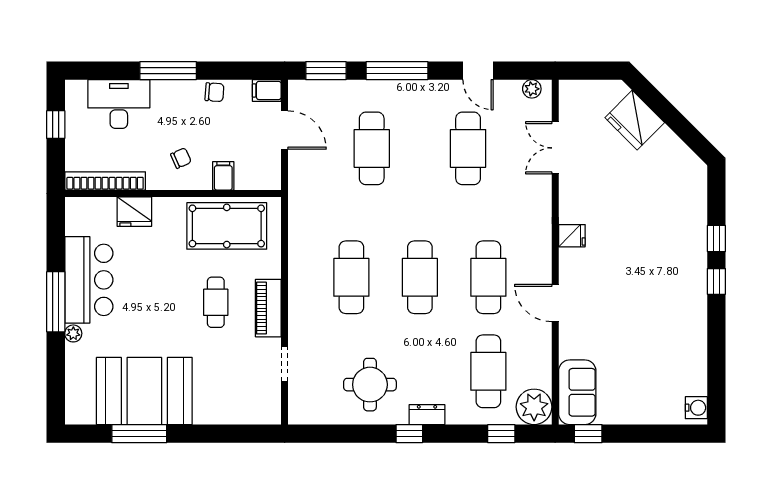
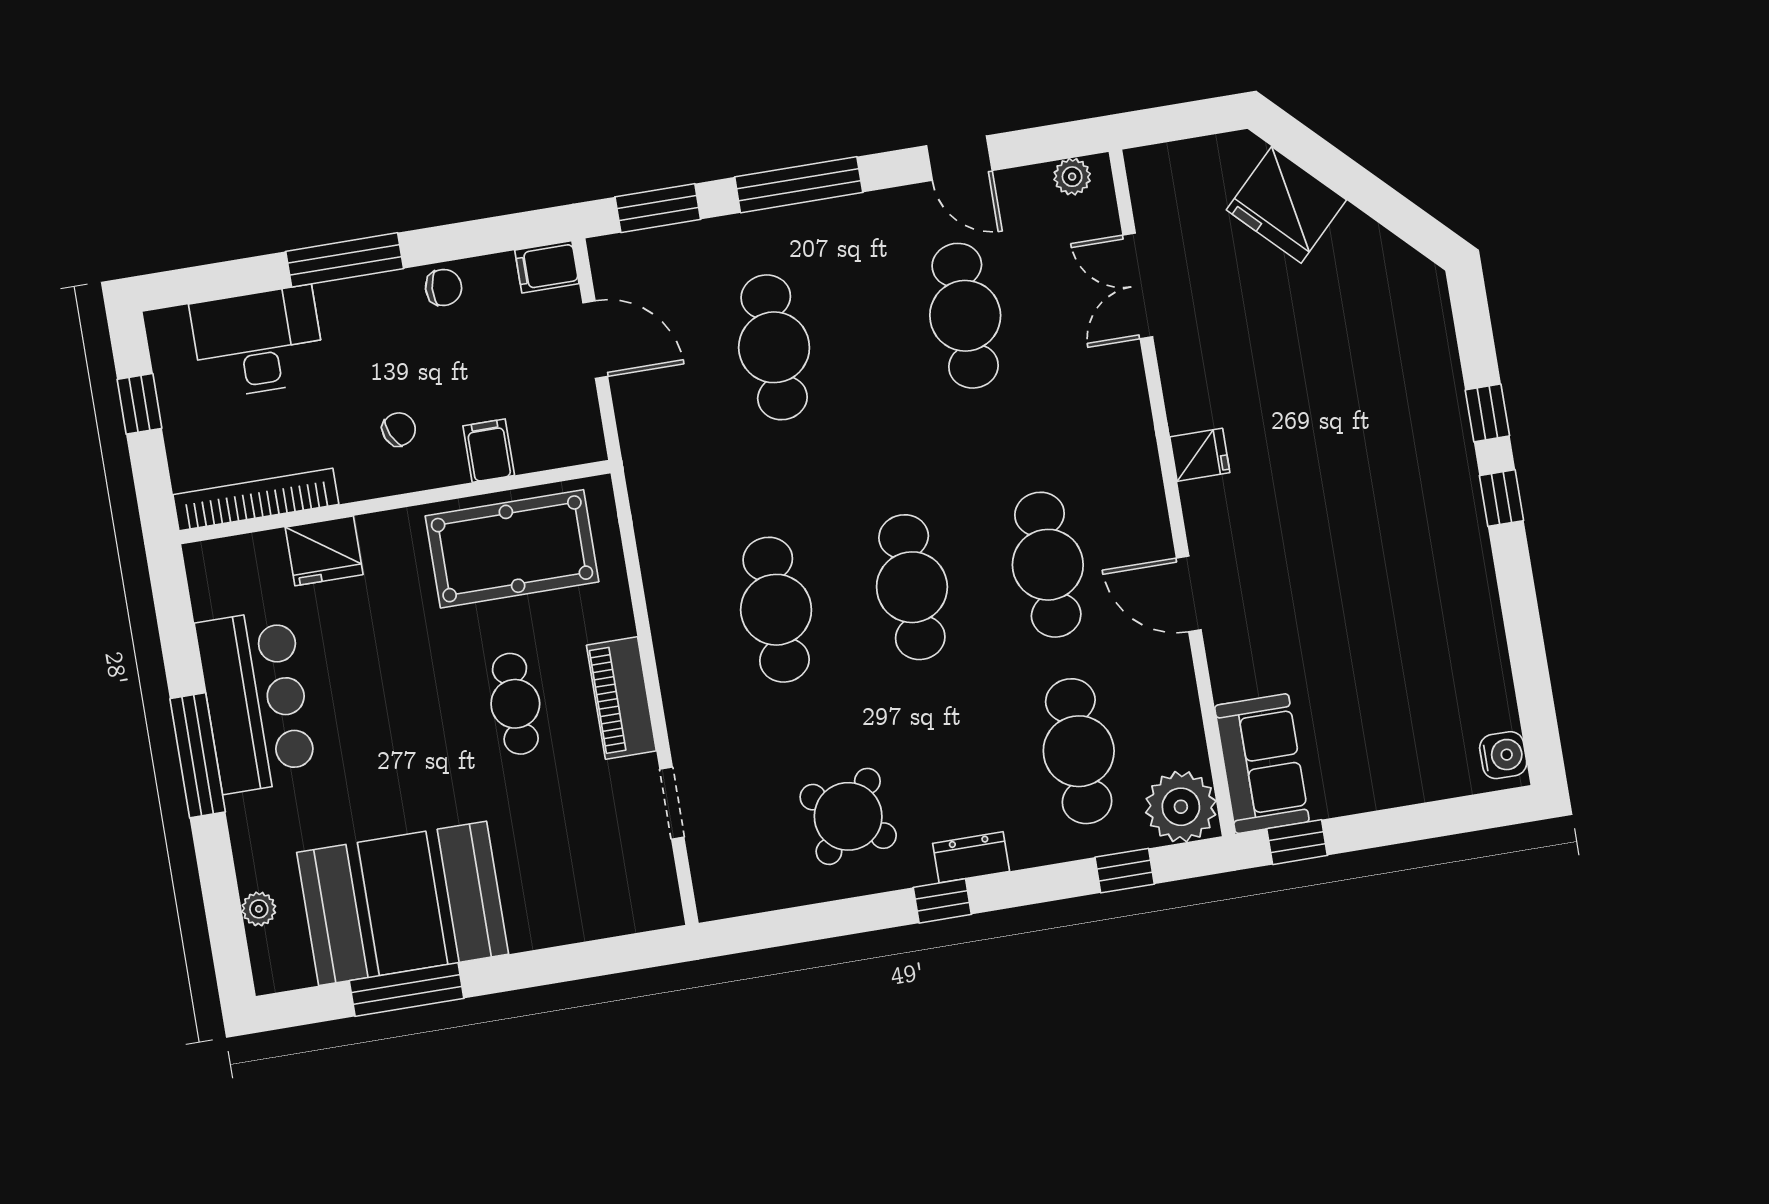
plant: (73, 333) -> (259, 909), moved
round table: (370, 385) -> (848, 816), turned 38

